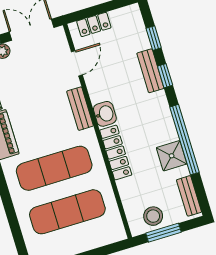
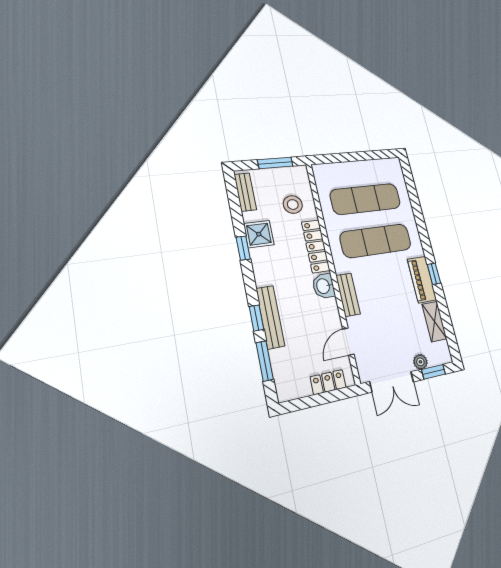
window: (154, 38) -> (265, 361), width x1.50
bench: (150, 71) -> (270, 317), width x1.36
window: (184, 140) -> (243, 248), width x0.32
stool: (153, 216) -> (293, 205), moved

